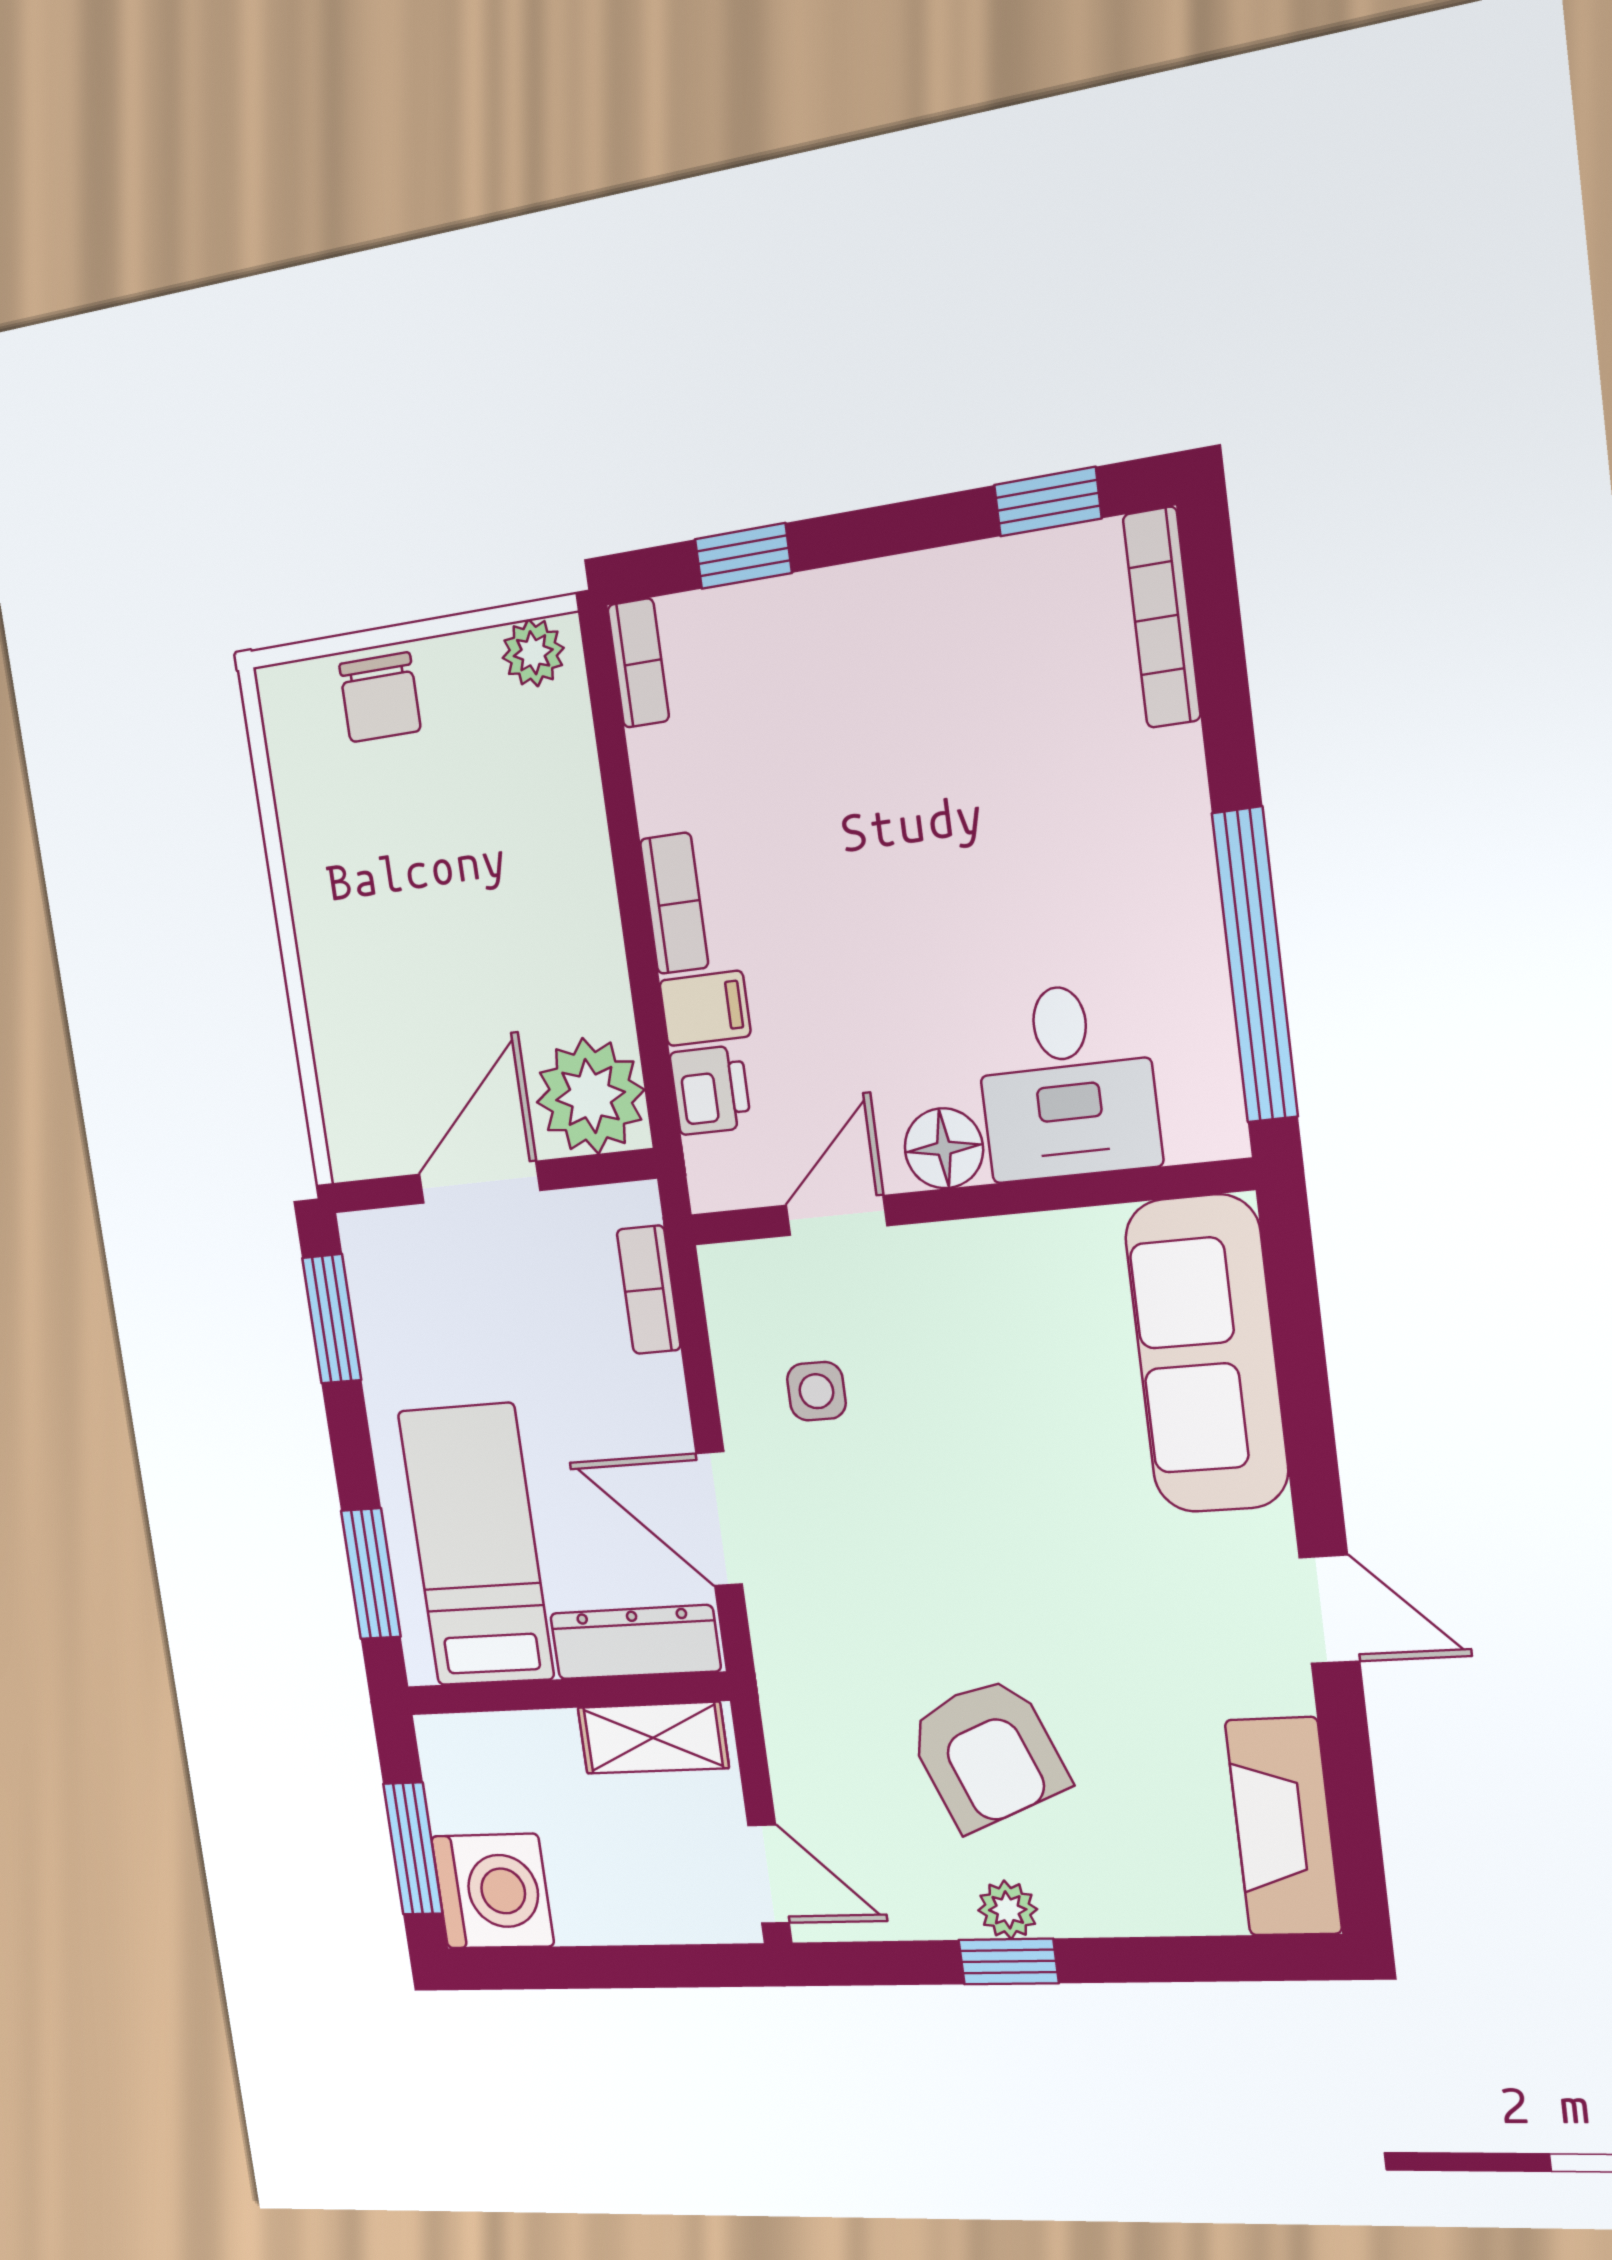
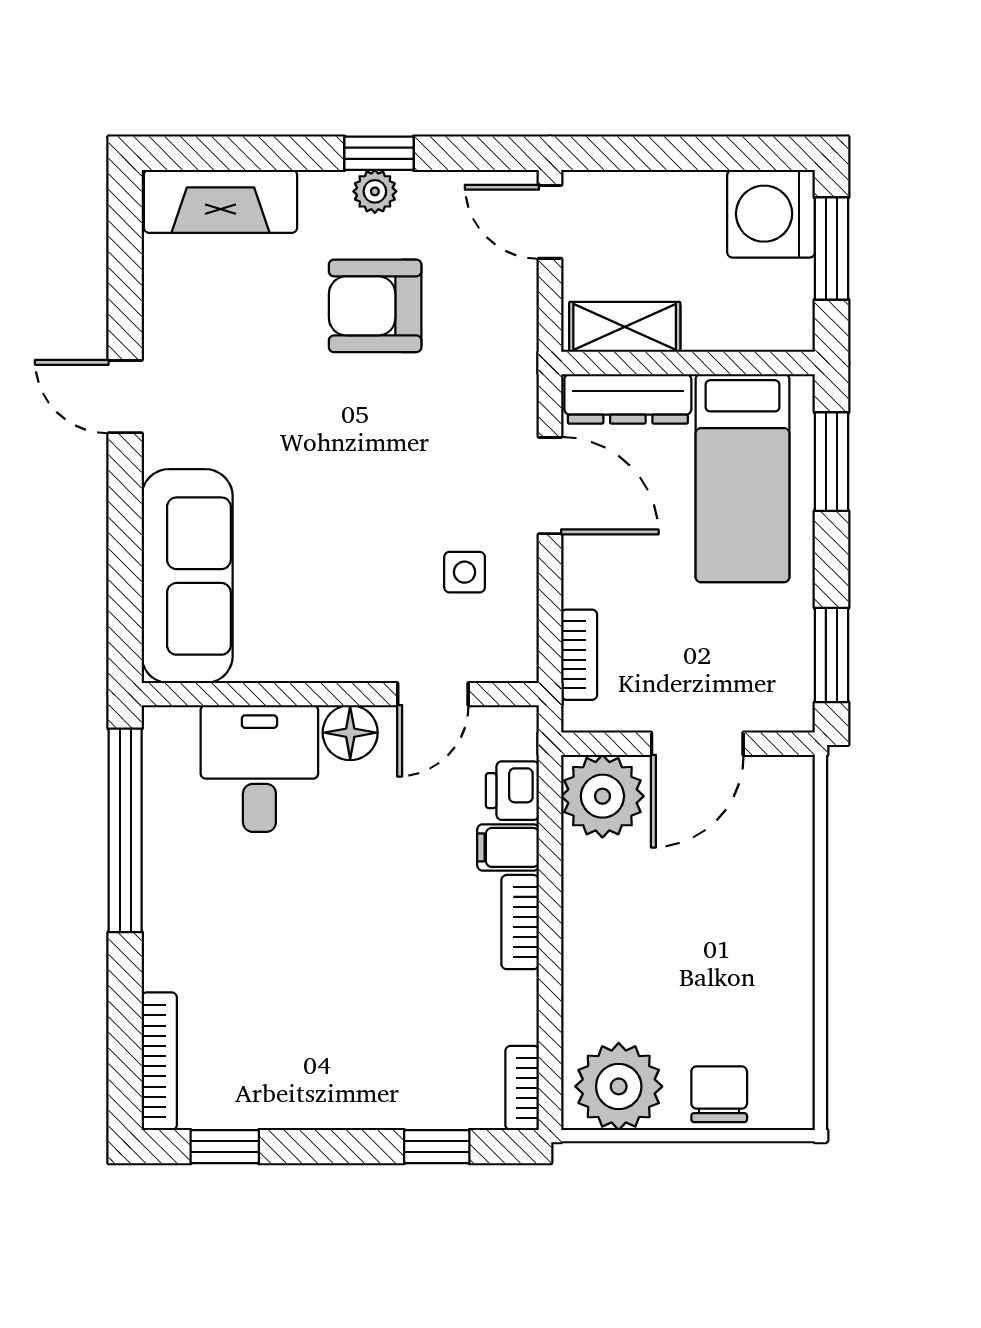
plant: (533, 653) -> (619, 1086), width x1.87, depth x1.87
armchair: (987, 1753) -> (375, 306), turned -68
fireplace: (1283, 1827) -> (221, 201), moved, turned 90

